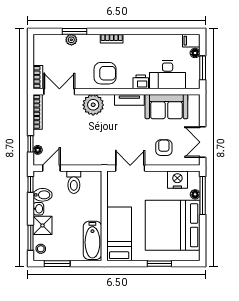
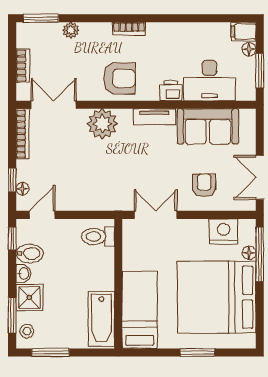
window: (75, 31) -> (41, 18), moved
bookcase: (38, 77) -> (23, 66), moved
toilet: (74, 182) -> (98, 236), moved, turned 90

